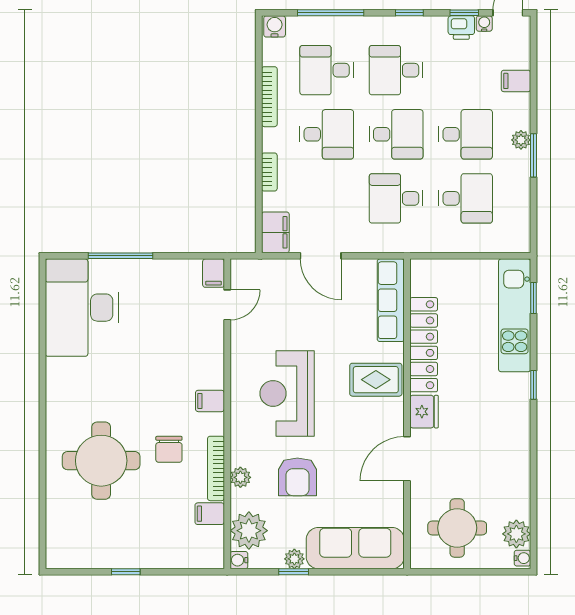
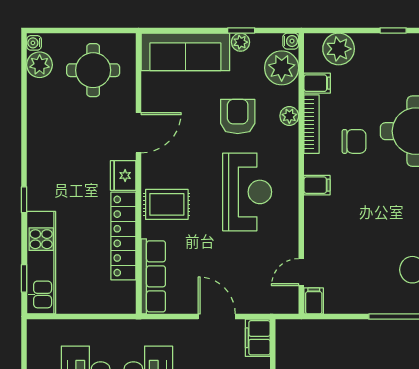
chair: (169, 449) -> (354, 141), turned 90
plant: (186, 551) -> (339, 49), added

